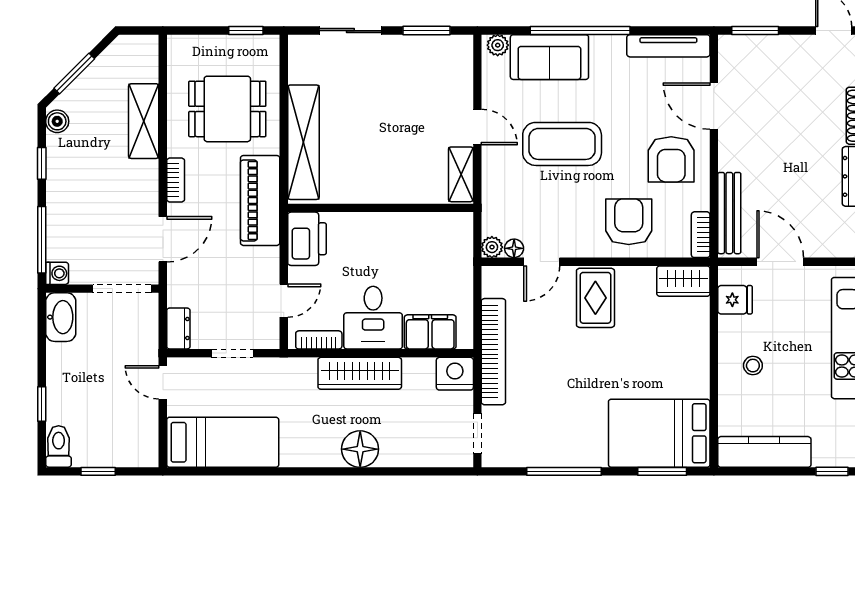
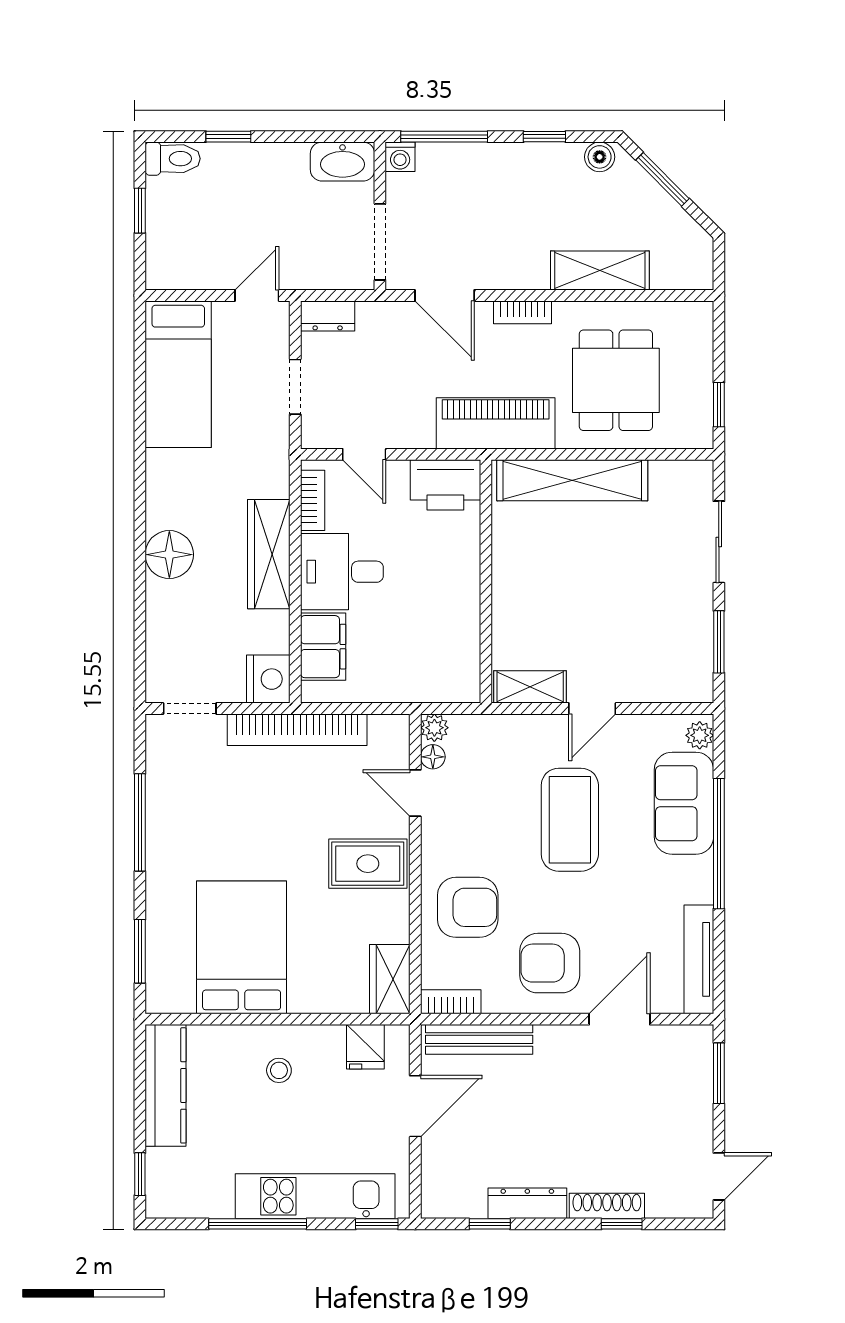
bed: (659, 433) -> (242, 947), moved

